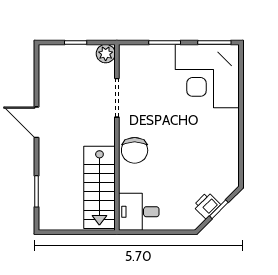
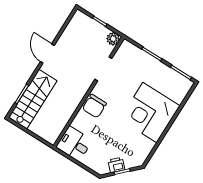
corner desk: (207, 76) -> (150, 113), moved
stairs: (99, 187) -> (33, 99), moved, turned 180

